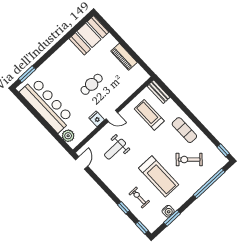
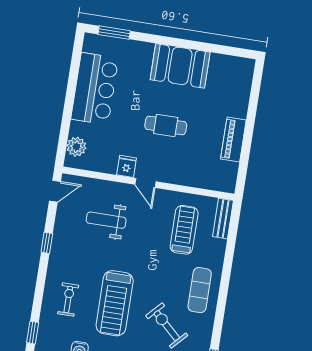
booth: (89, 35) -> (180, 66), moved
bar counter: (47, 105) -> (95, 89), width x0.73
window: (124, 208) -> (47, 243), moved

